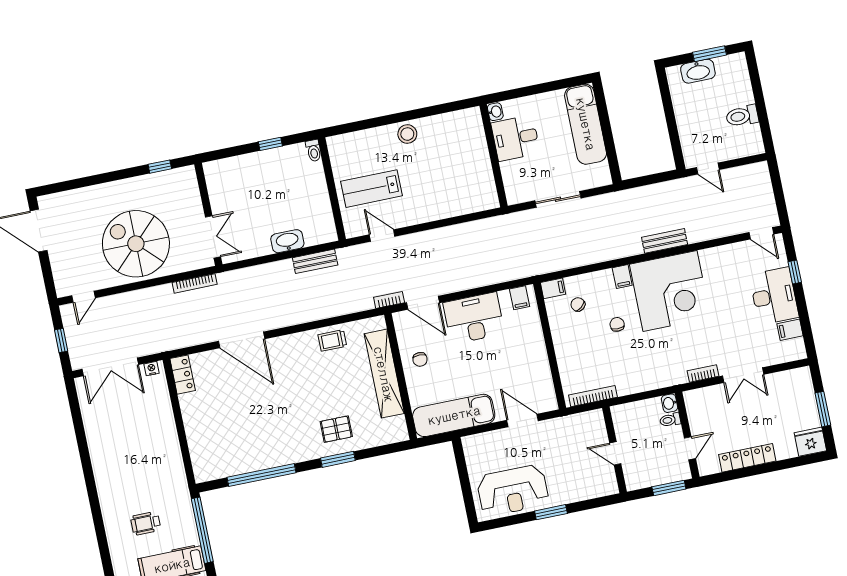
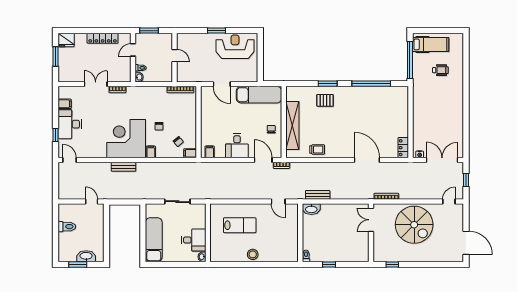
lab bench: (371, 189) -> (240, 225), moved
washbasin: (287, 241) -> (311, 209), moved
desk: (474, 318) -> (237, 146), width x0.73

